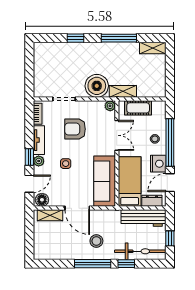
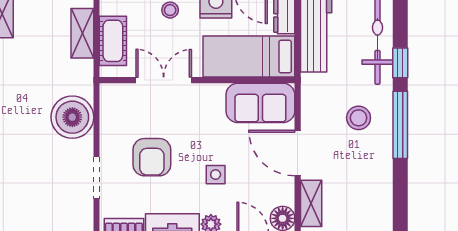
shelving: (123, 91) -> (82, 33), moved
plant: (110, 106) -> (109, 93), removed
sofa: (105, 181) -> (260, 103), width x0.73
door: (77, 208) -> (298, 153), swing flipped

